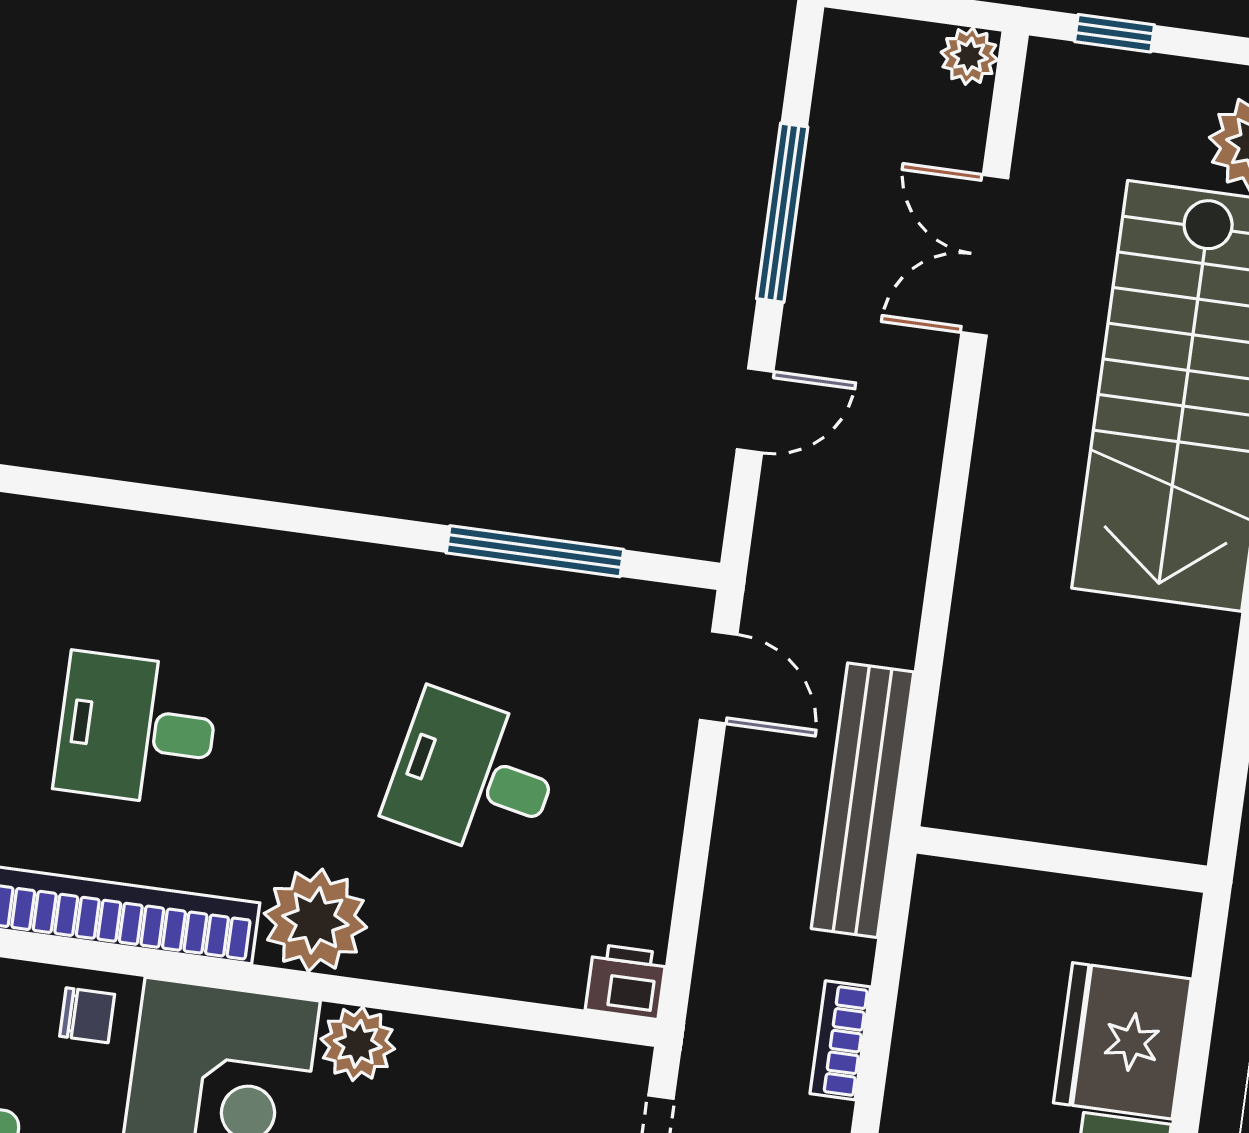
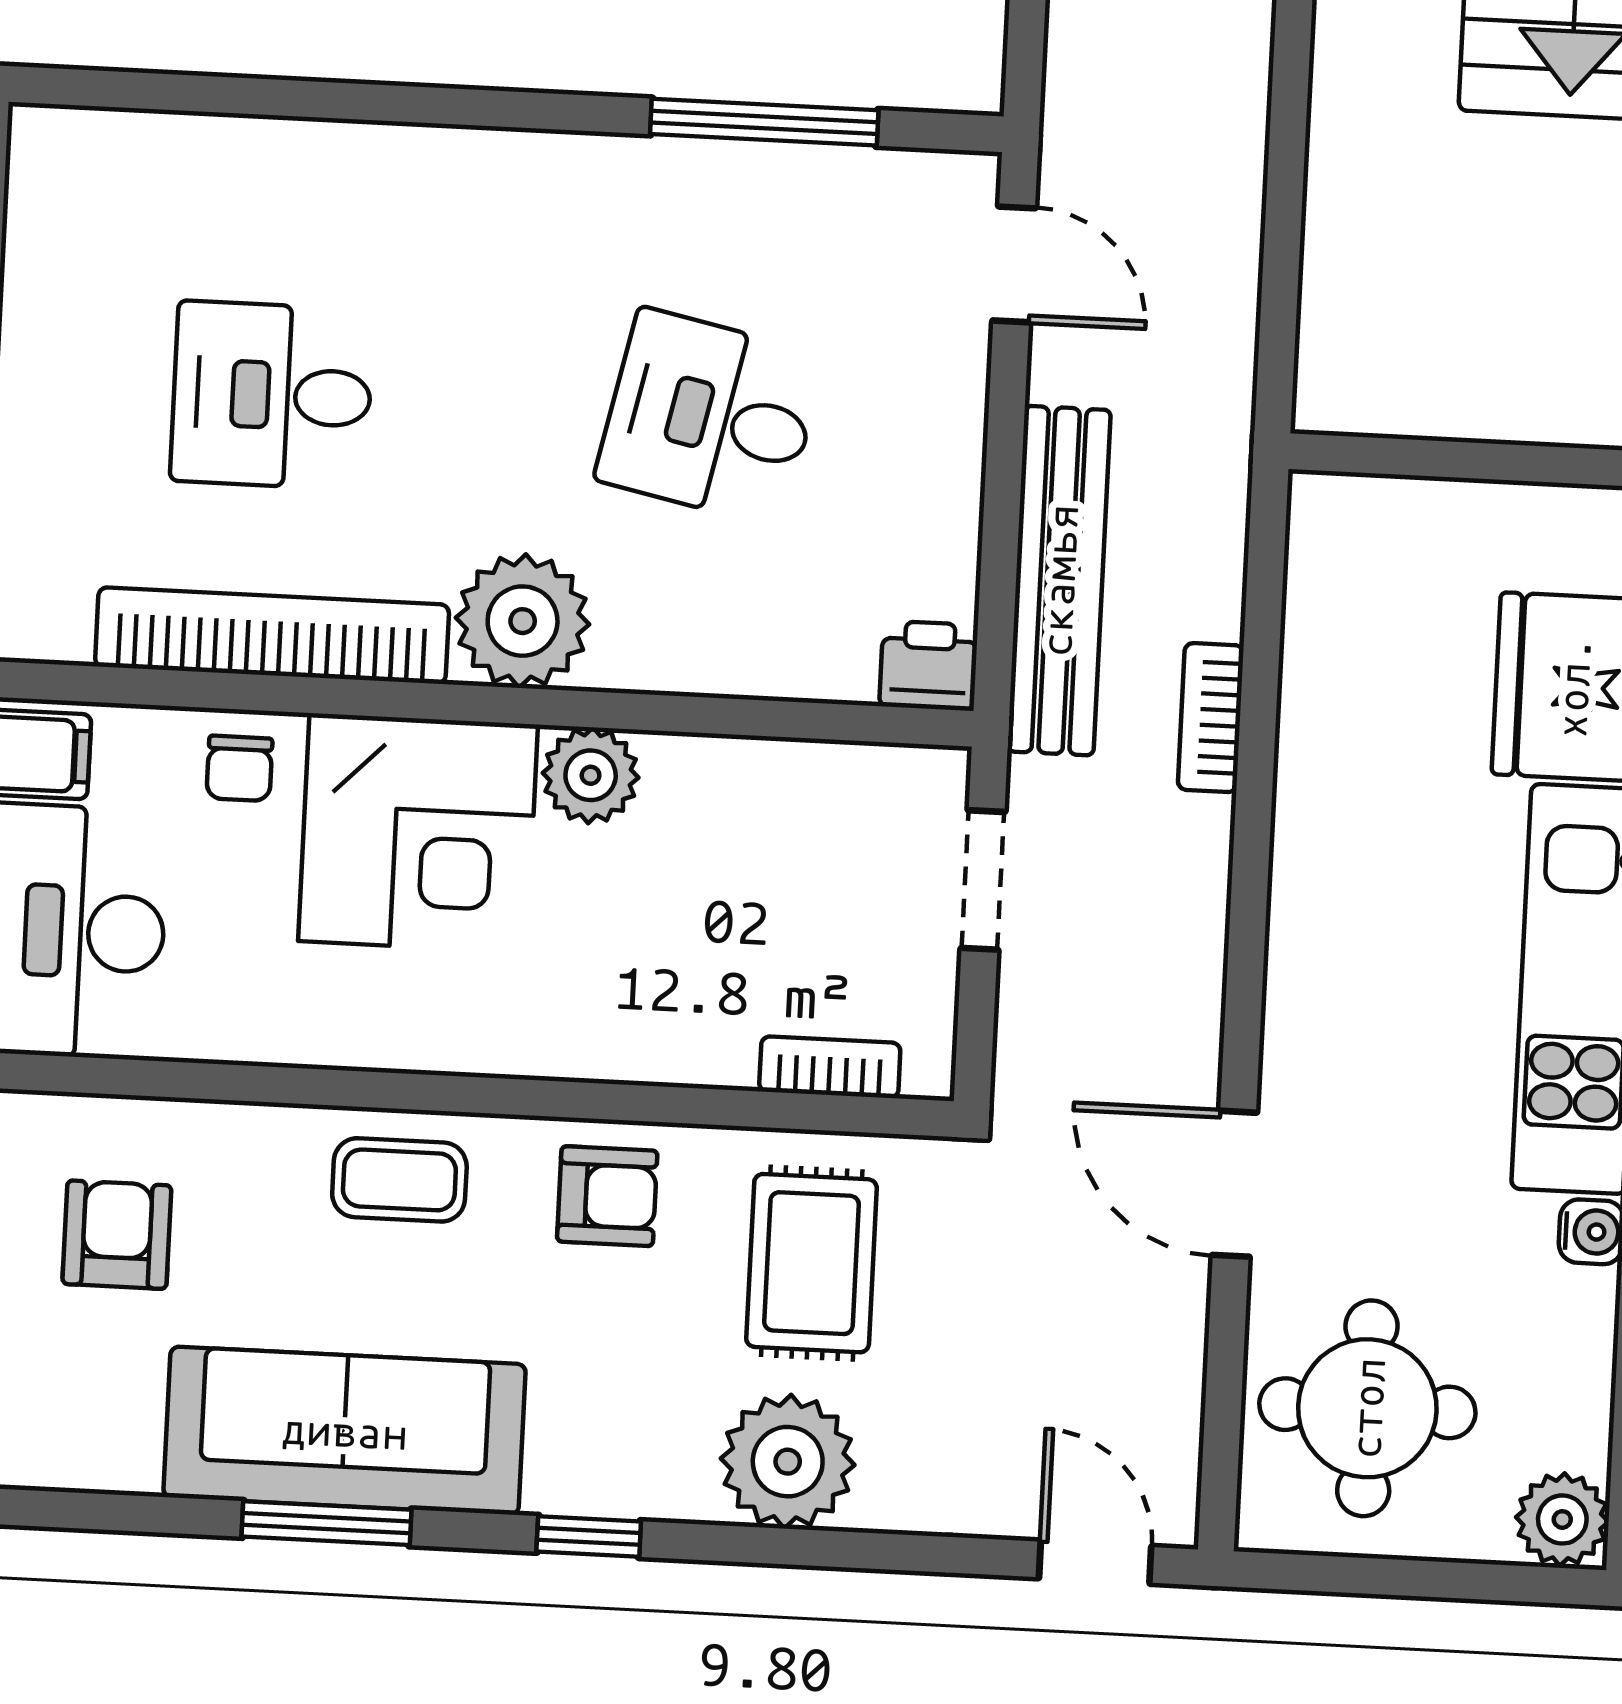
bench: (863, 800) -> (1059, 581), moved
chair: (87, 1015) -> (239, 768), turned 90

